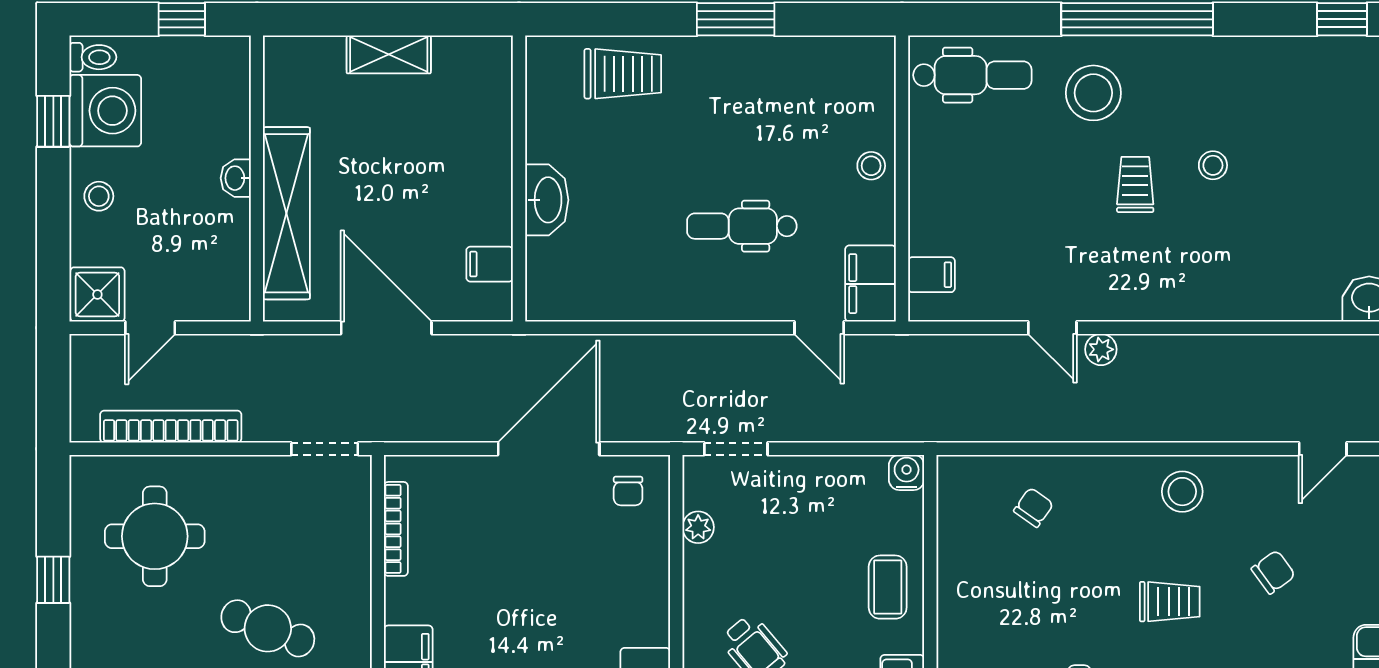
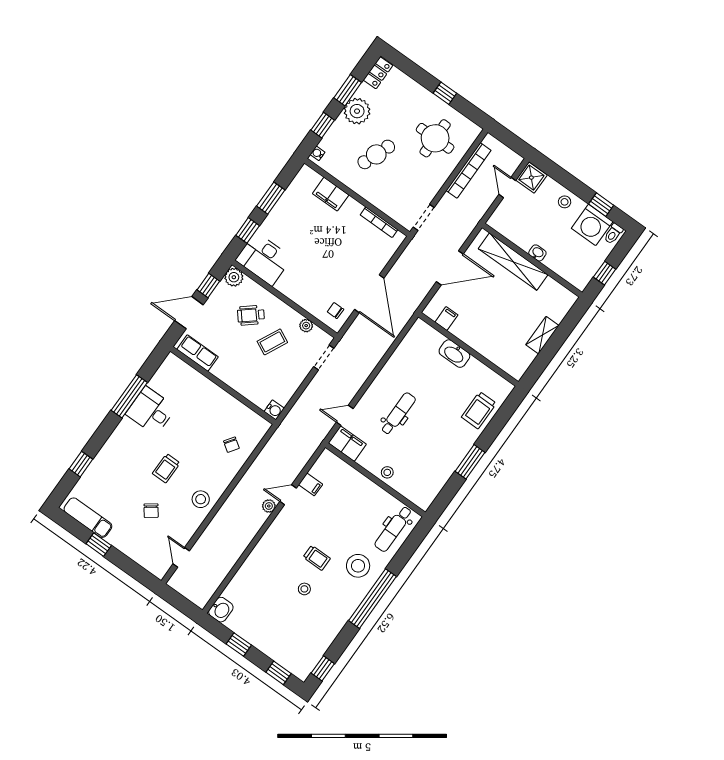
filing cabinet: (931, 275) -> (311, 484), moved, turned -90
coffee table: (888, 587) -> (272, 342), moved, turned -64

